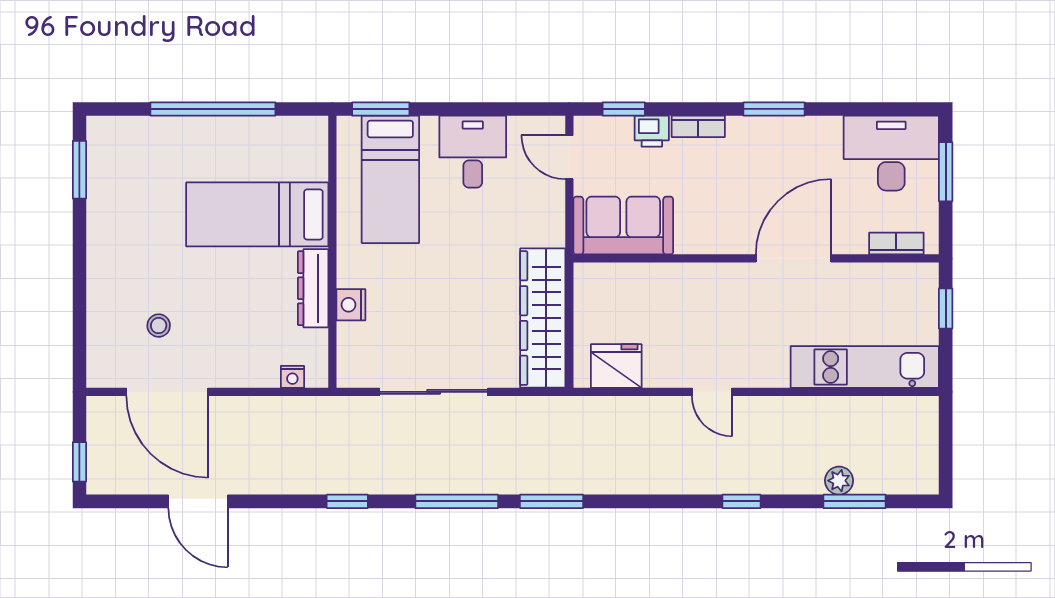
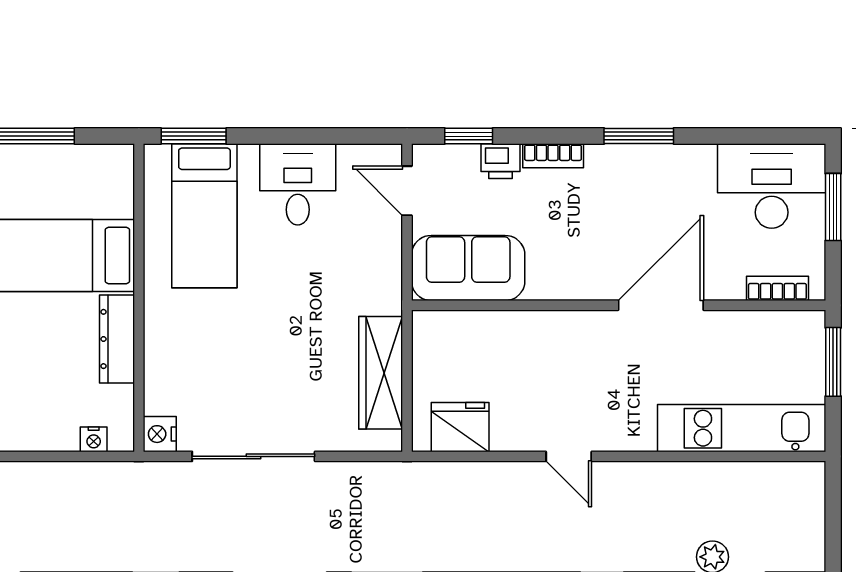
nightstand: (351, 305) -> (160, 434), moved
window: (946, 308) -> (833, 362), width x1.50
wardrobe: (543, 318) -> (381, 373), width x0.71, depth x0.85

